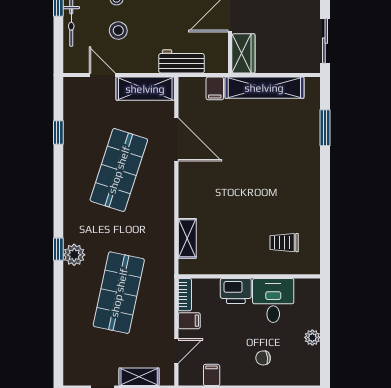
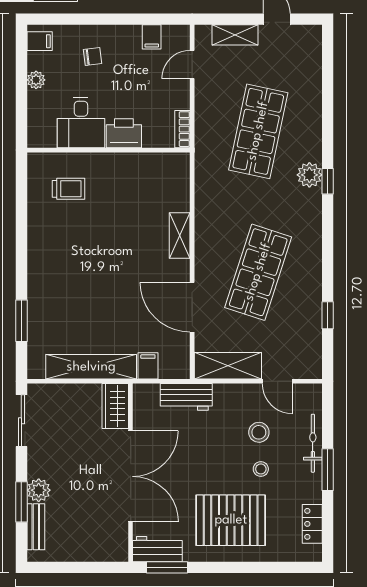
shelving: (187, 238) -> (180, 235), moved
filing cabinet: (189, 321) -> (40, 41), moved, turned 180

